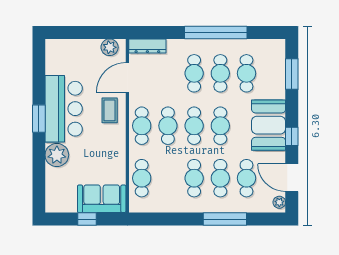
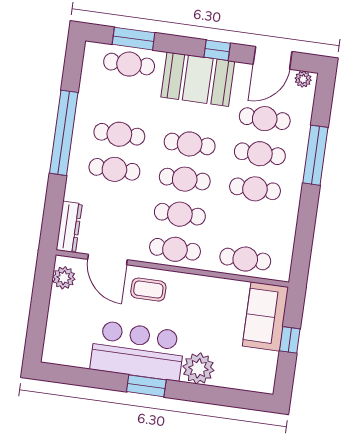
cafe table: (246, 73) -> (129, 64), moved

